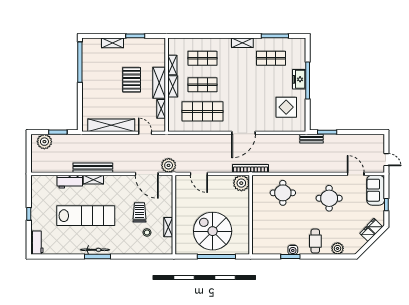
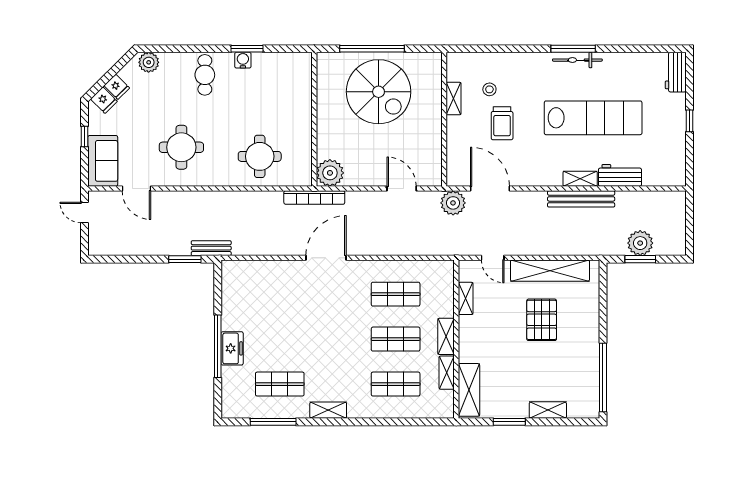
pallet: (132, 80) -> (542, 320), moved
shelving: (159, 83) -> (469, 390), moved
display table: (286, 107) -> (254, 301), removed
shop shelf: (202, 111) -> (396, 294), width x0.70, depth x0.74
plant: (44, 142) -> (640, 243), moved
lab bench: (86, 216) -> (593, 118), turned 180
plant: (338, 248) -> (149, 62), moved

